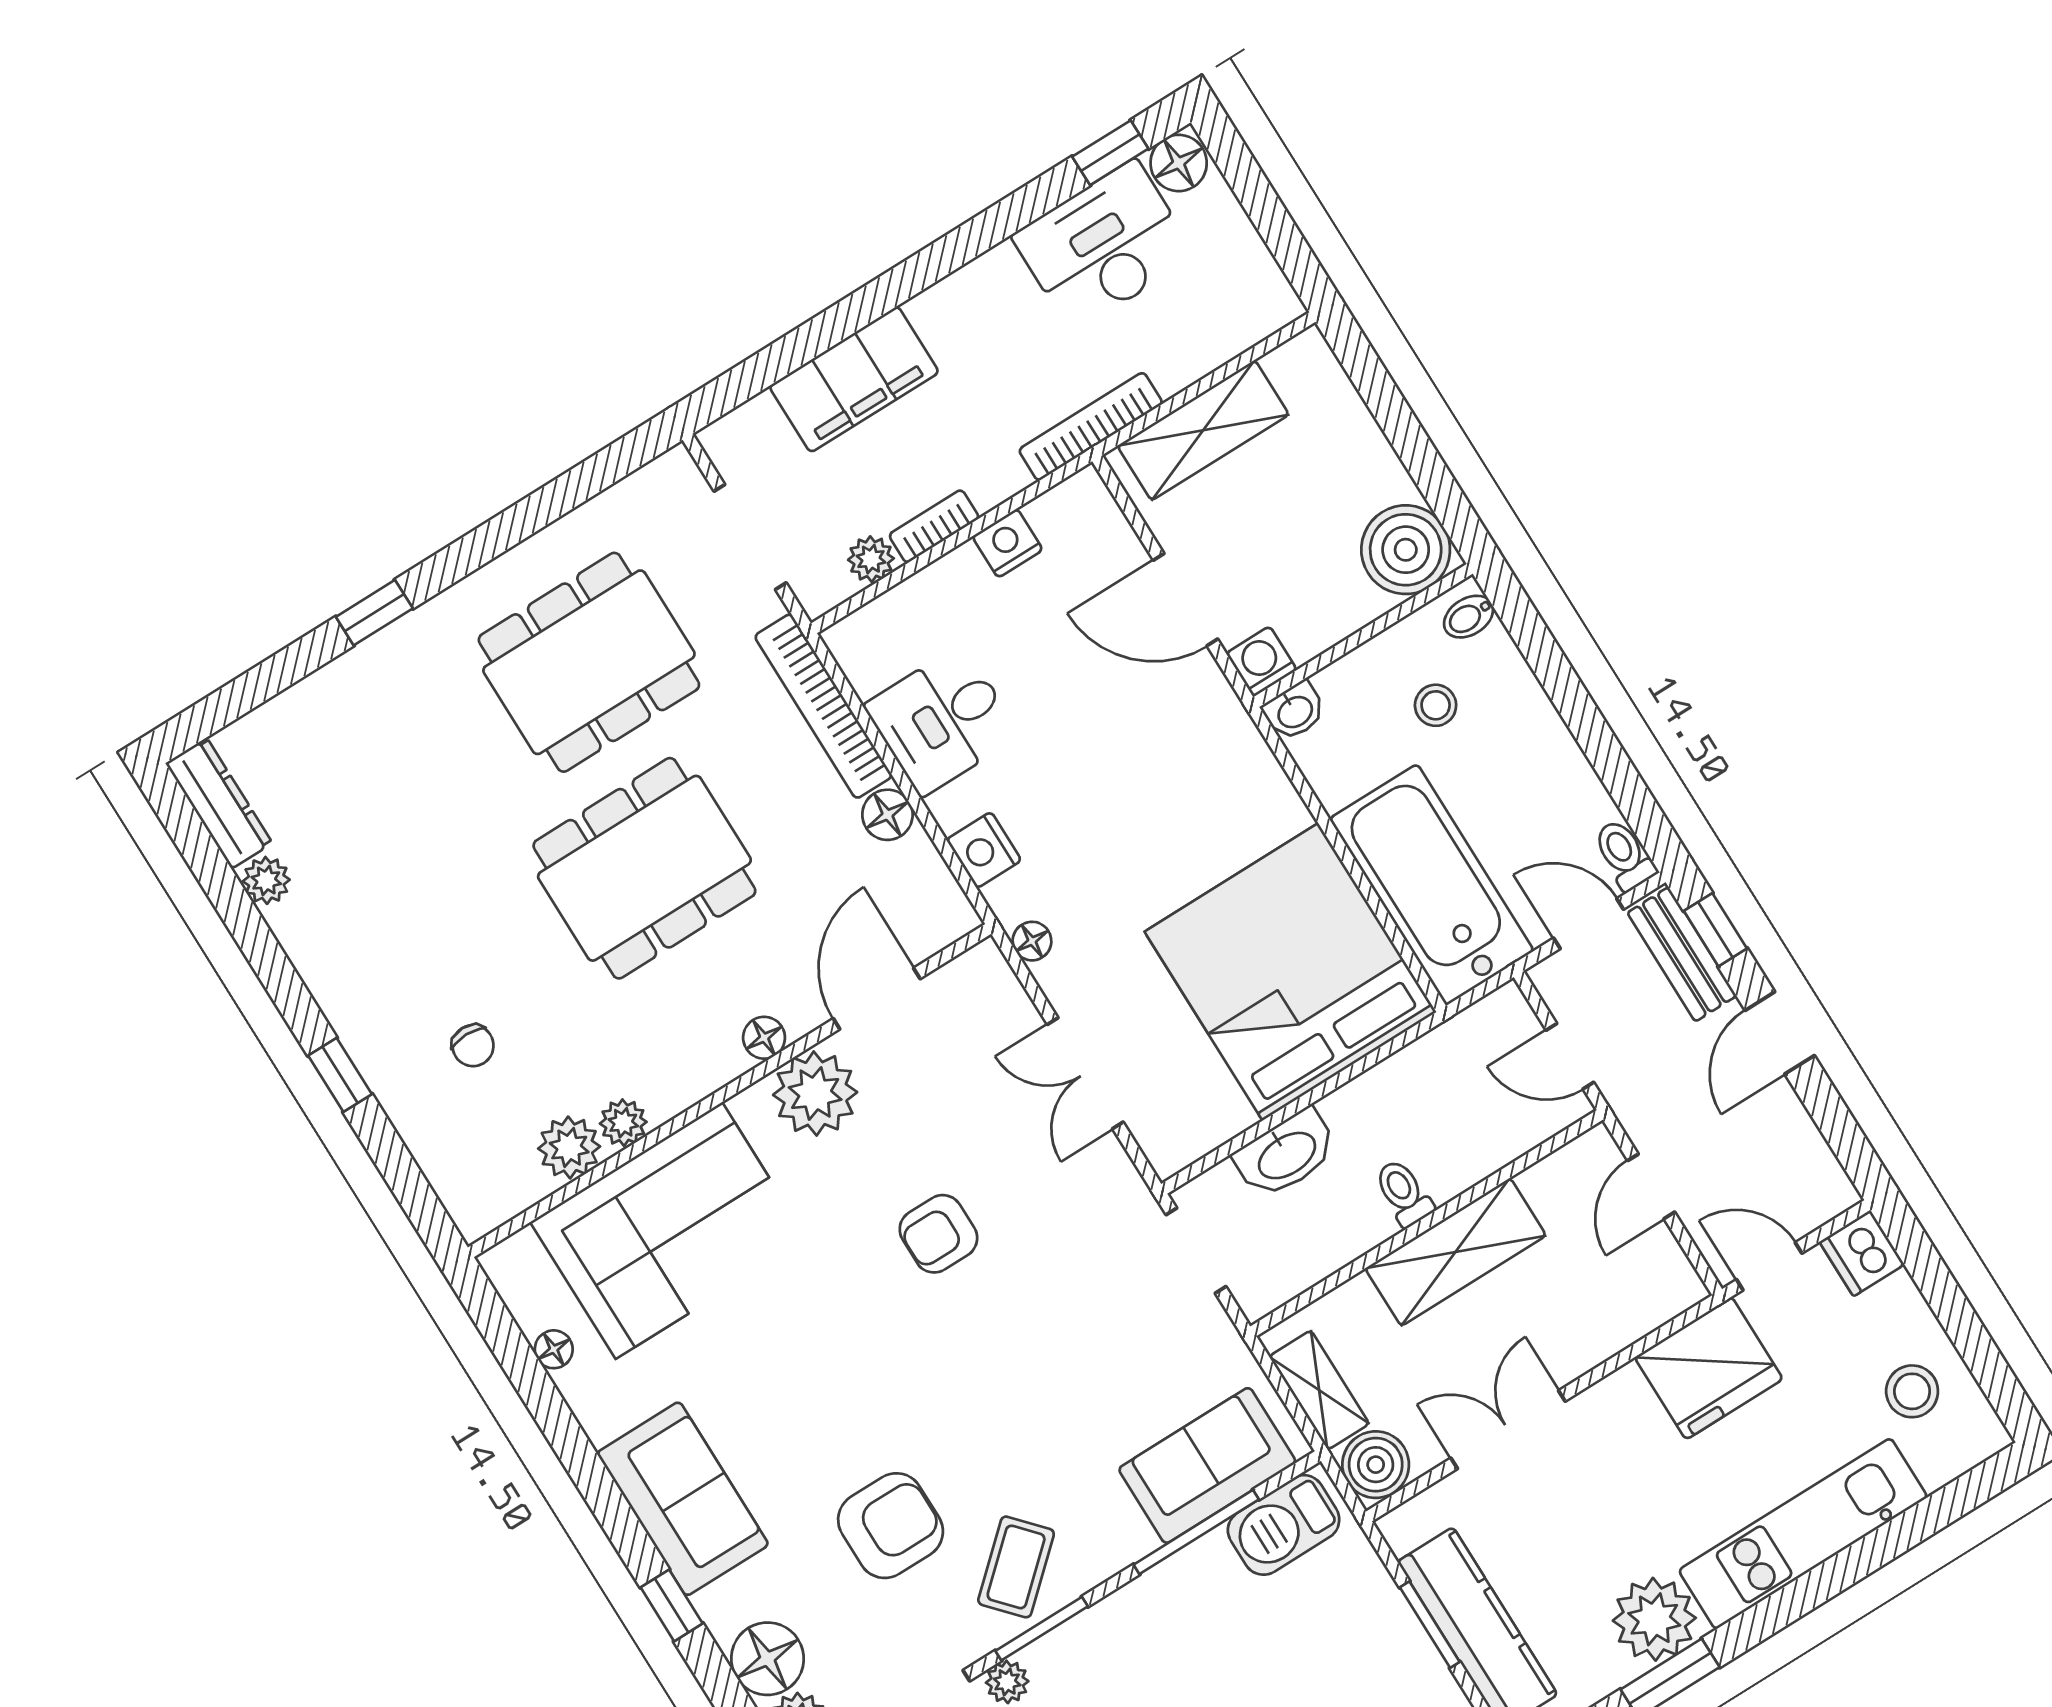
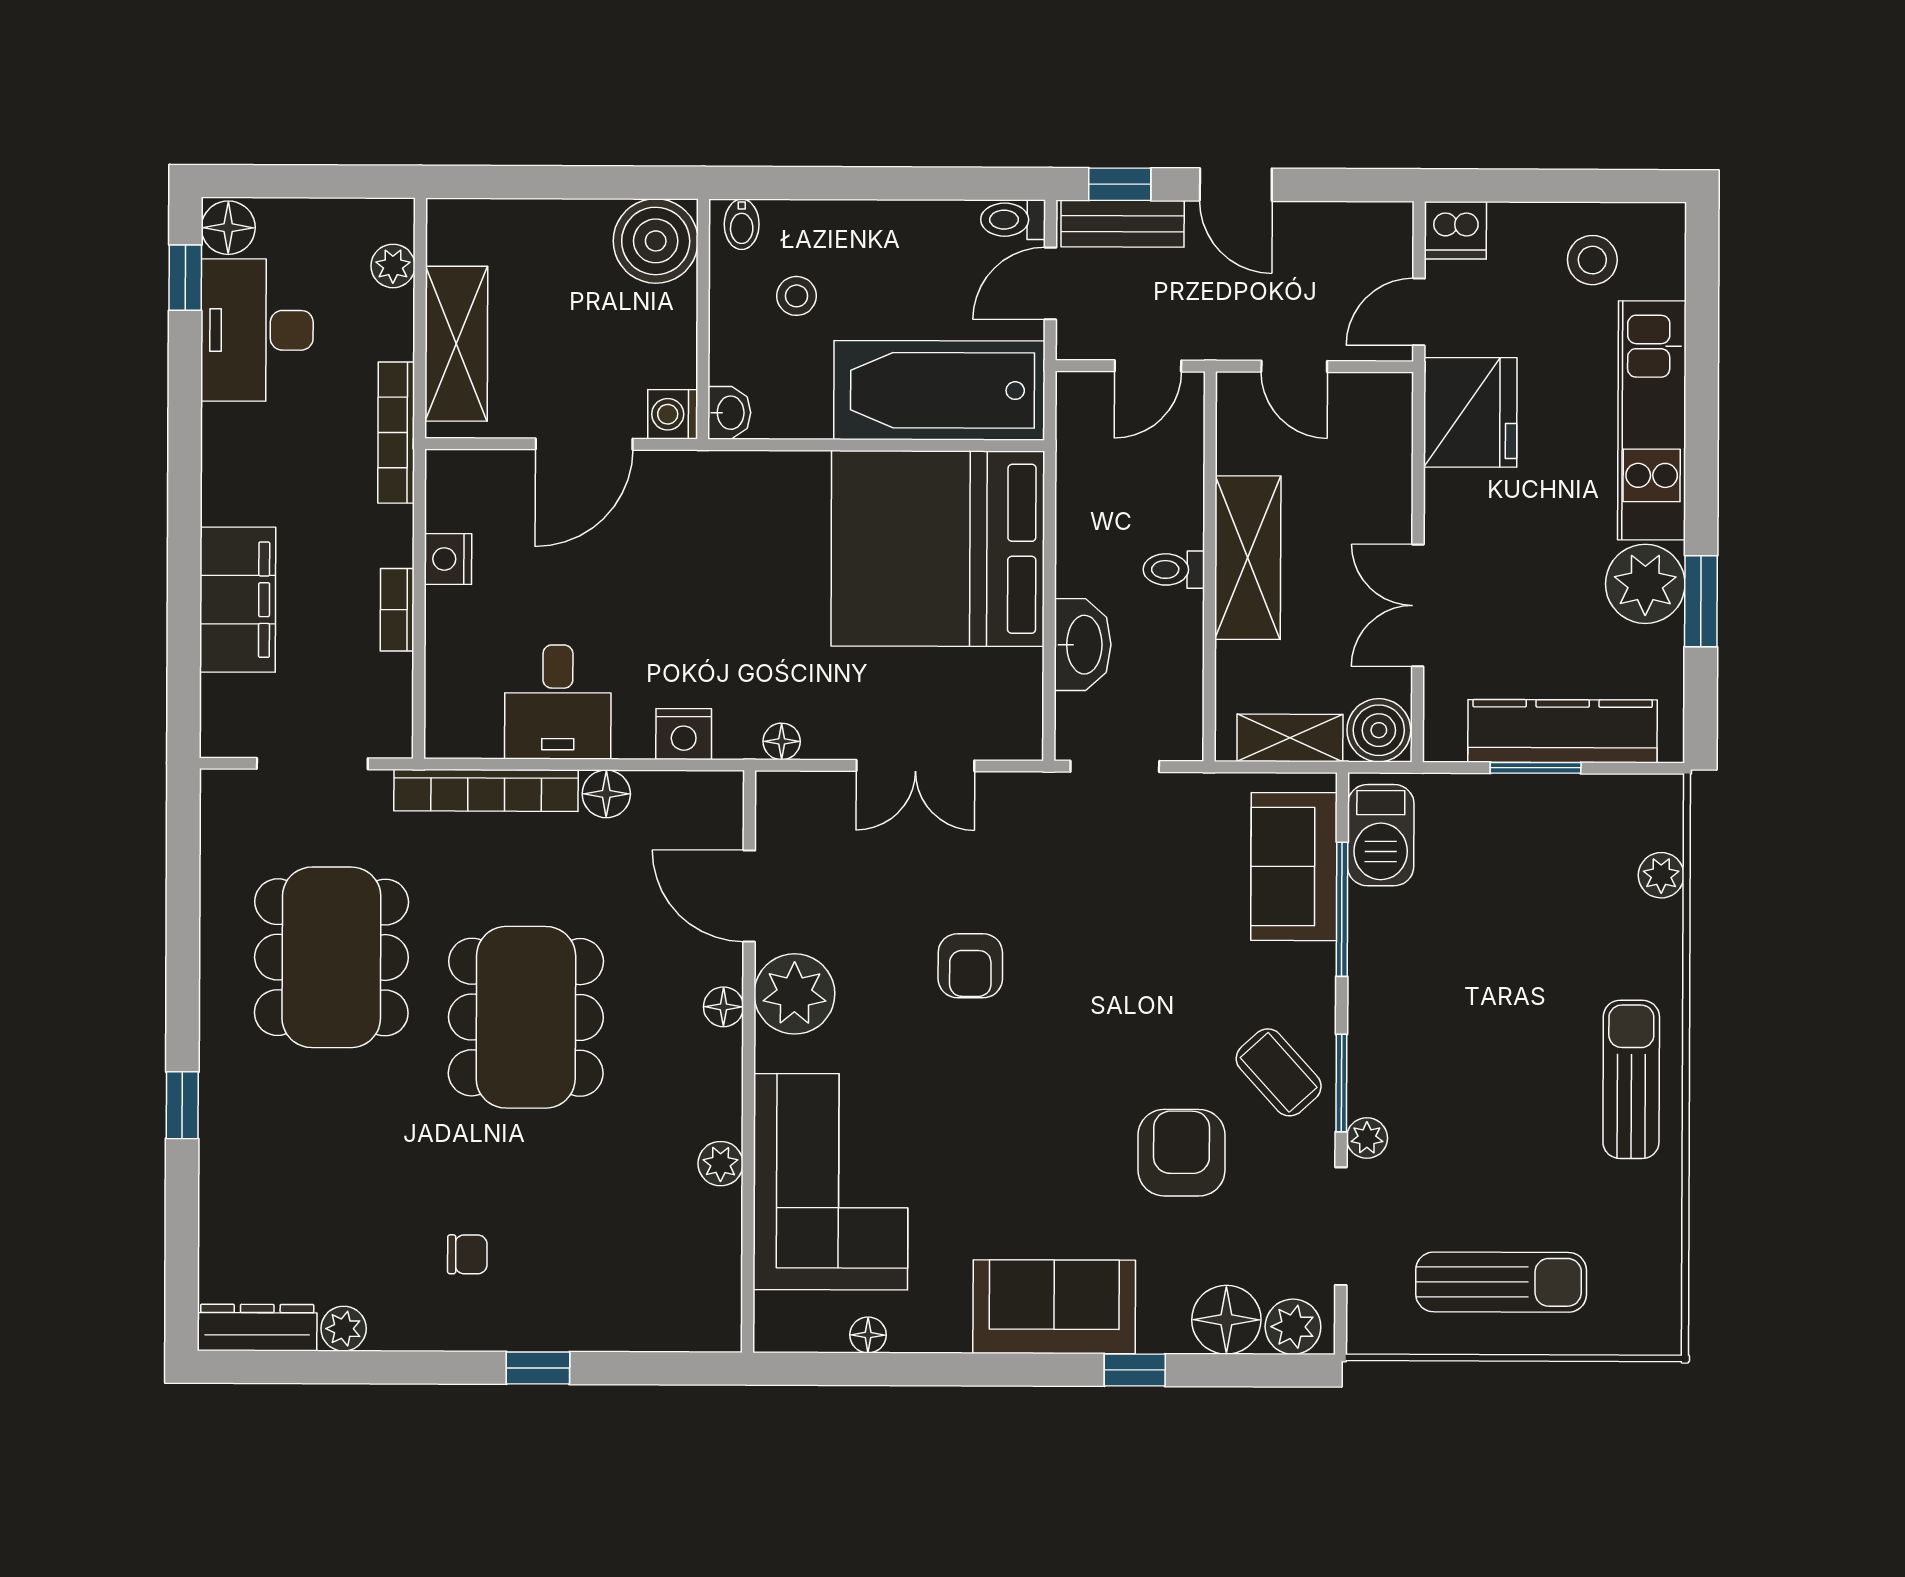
plant: (871, 559) -> (393, 266), moved
chair: (473, 1046) -> (467, 1254), moved
plant: (569, 1148) -> (713, 1220), removed

